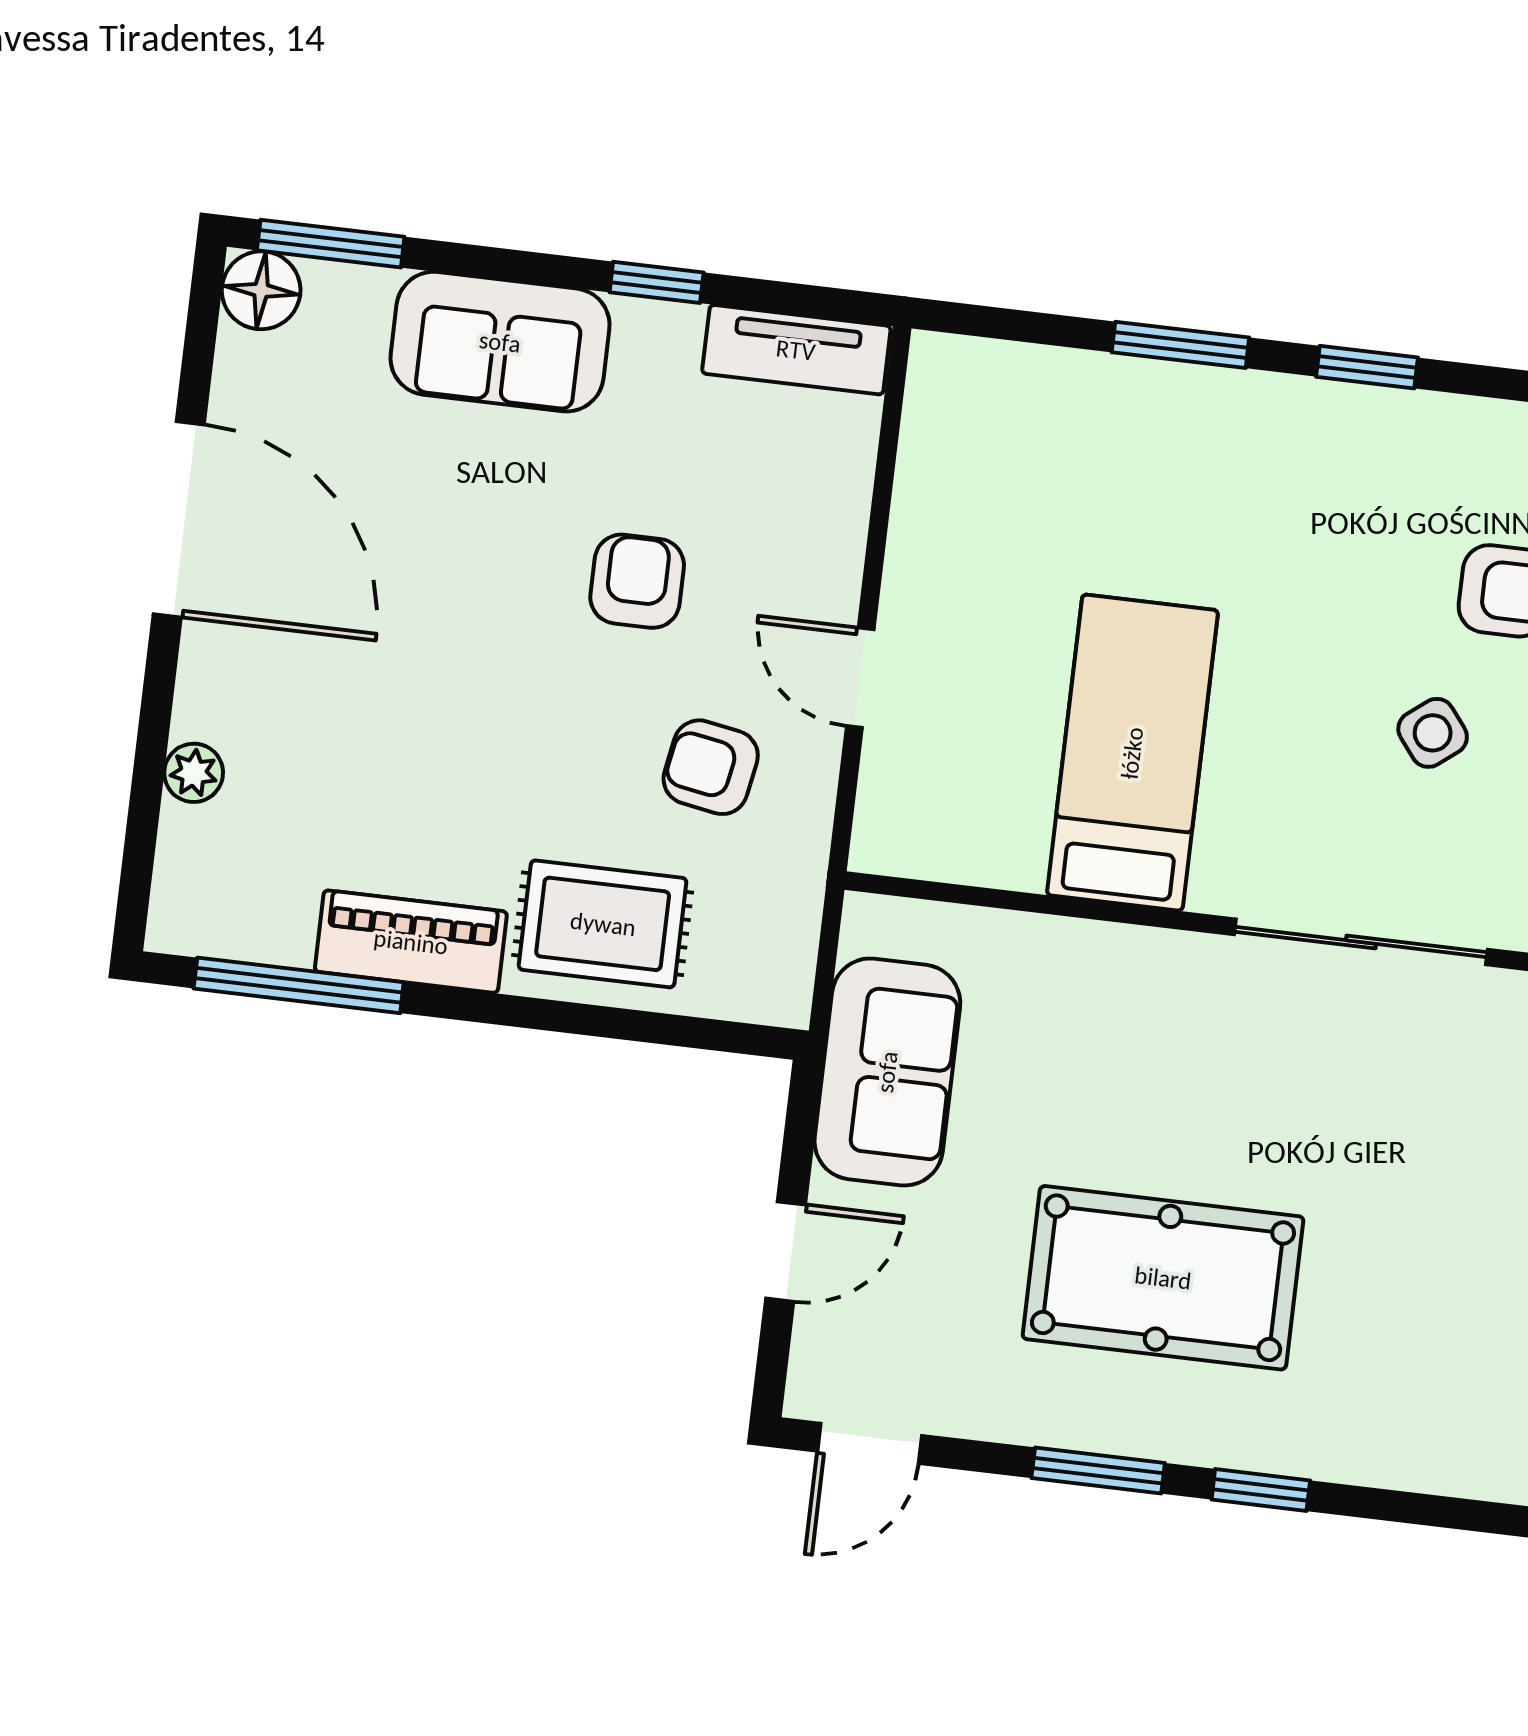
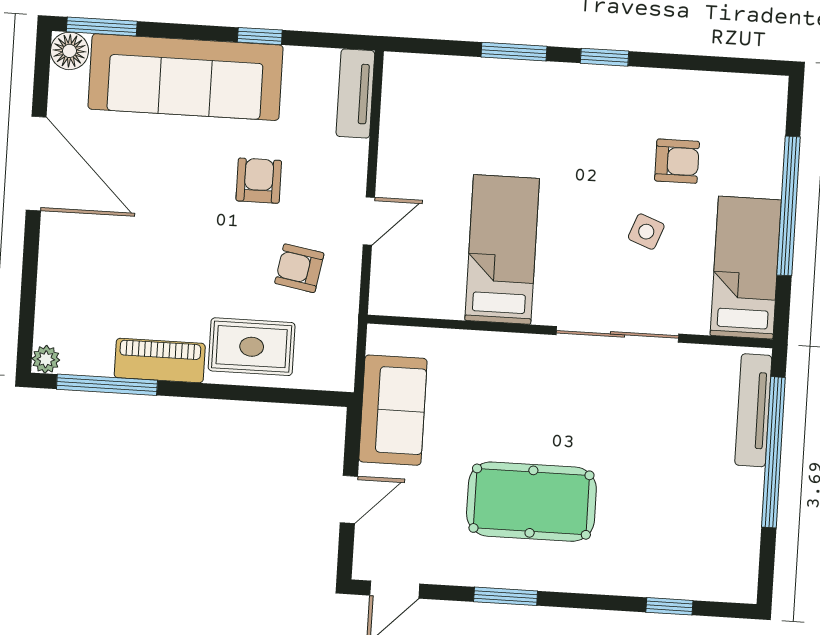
sofa: (500, 342) -> (186, 77), width x1.85, depth x1.27
tv unit: (796, 350) -> (355, 94), moved, turned 90
door: (860, 678) -> (369, 221), swing flipped
side table: (1433, 733) -> (646, 232), turned -31
plant: (194, 773) -> (46, 359), moved
window: (1261, 1490) -> (669, 606), moved

